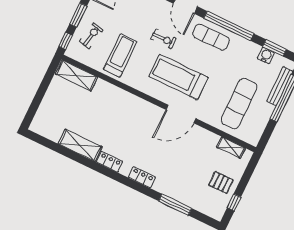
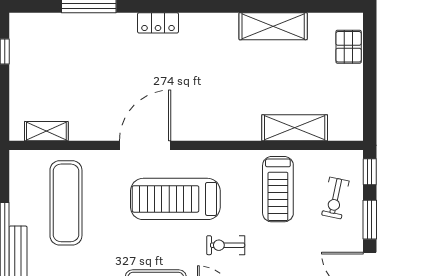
shelving: (77, 76) -> (295, 128), moved
treadmill: (179, 77) -> (175, 199), turned 180
locker: (109, 162) -> (217, 23), removed
pallet: (221, 183) -> (349, 47), moved, turned 90

